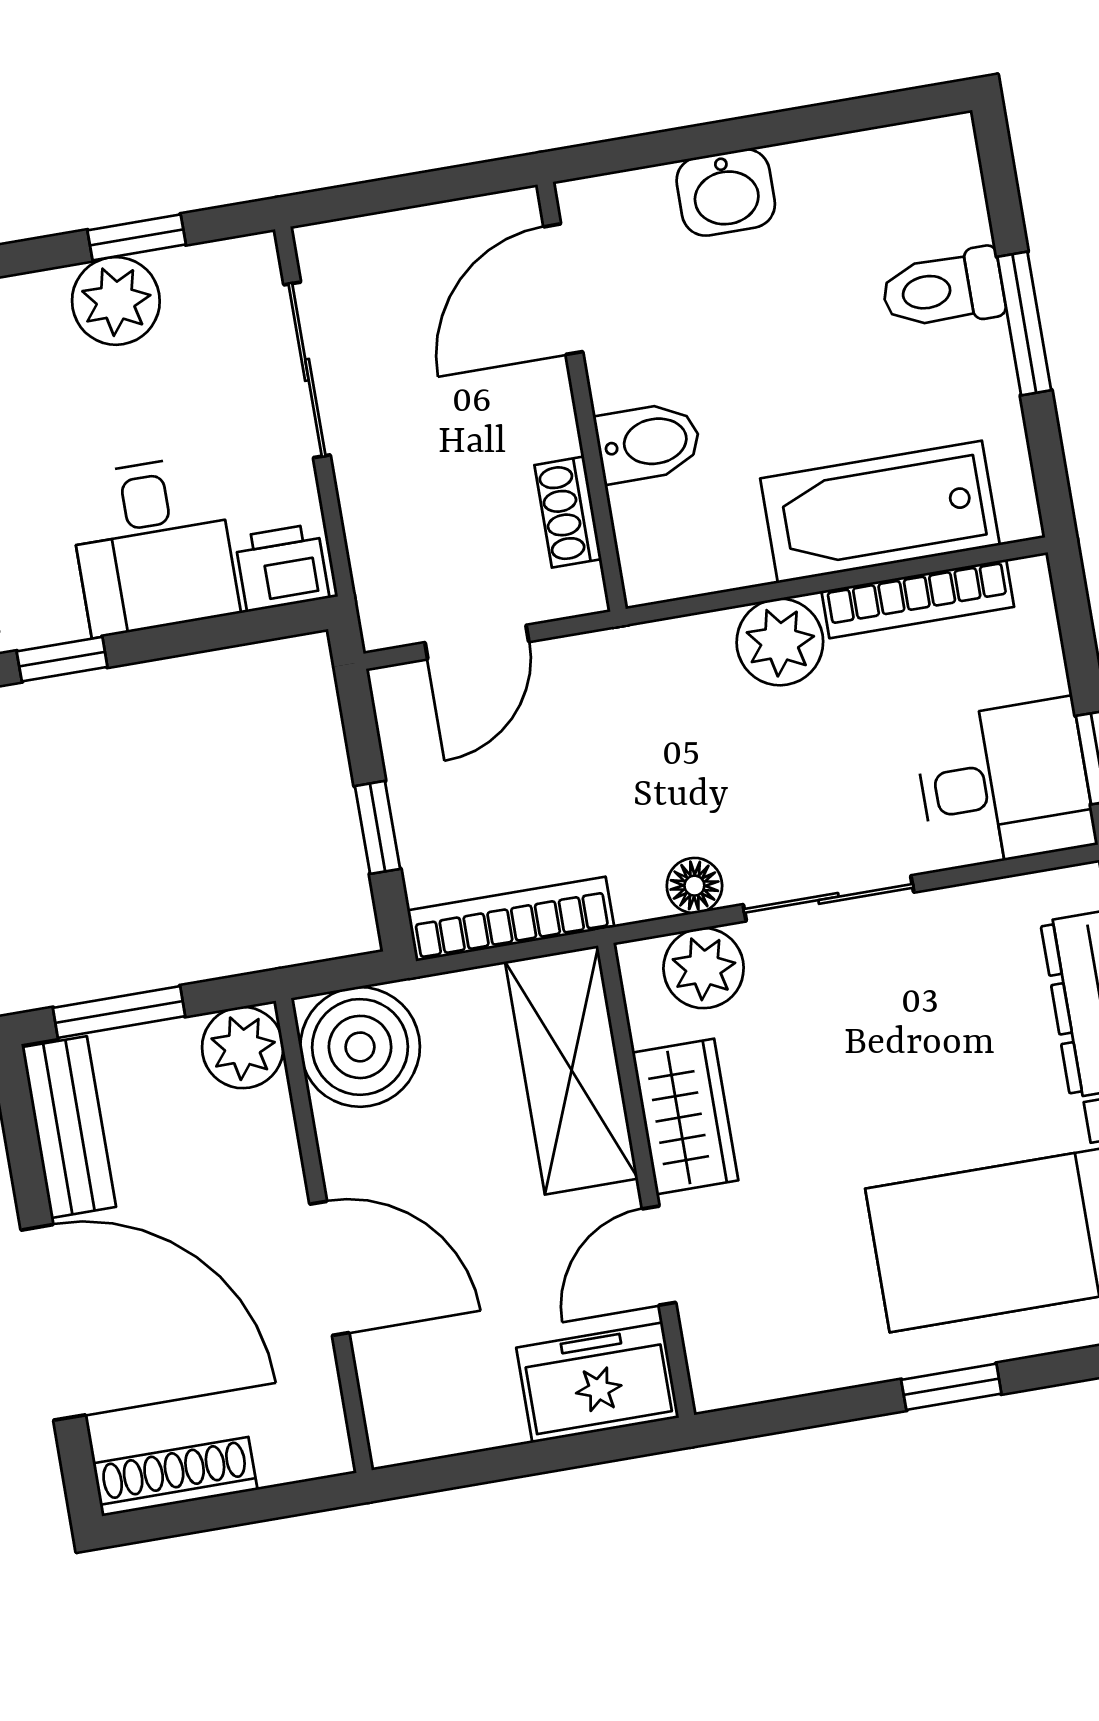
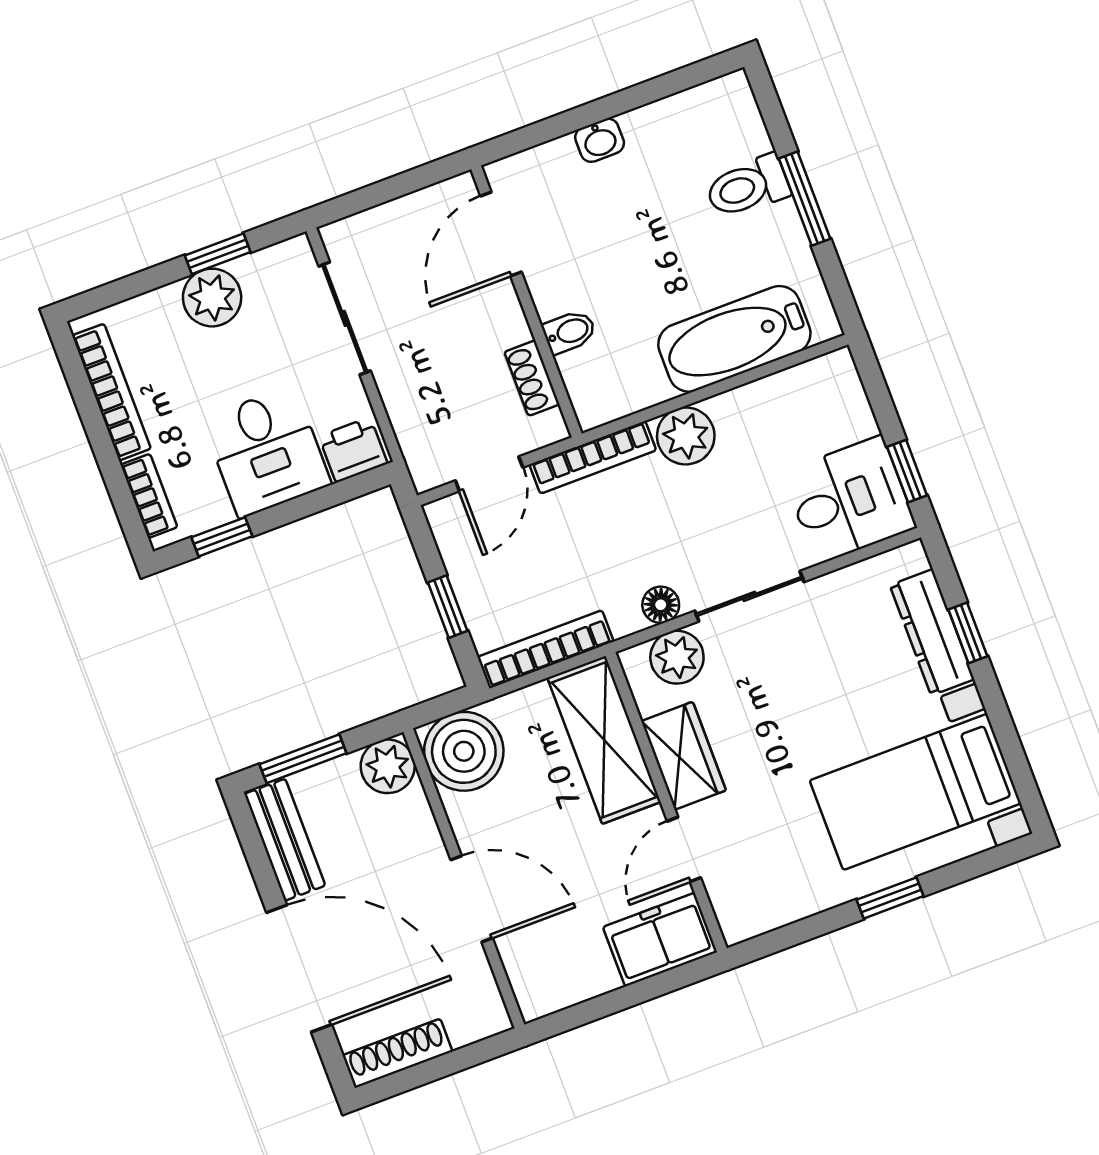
washbasin: (726, 192) -> (600, 140), width x0.72, depth x0.69
bidet: (648, 442) -> (569, 332), width x0.72, depth x0.74
bookcase: (918, 599) -> (593, 457), moved

